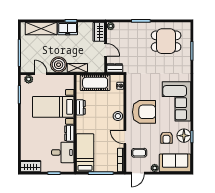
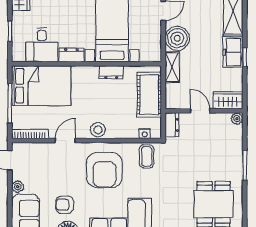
door: (106, 50) -> (200, 111), swing flipped
bed: (85, 153) -> (41, 86), width x1.50
coffee table: (139, 153) -> (147, 156), moved

